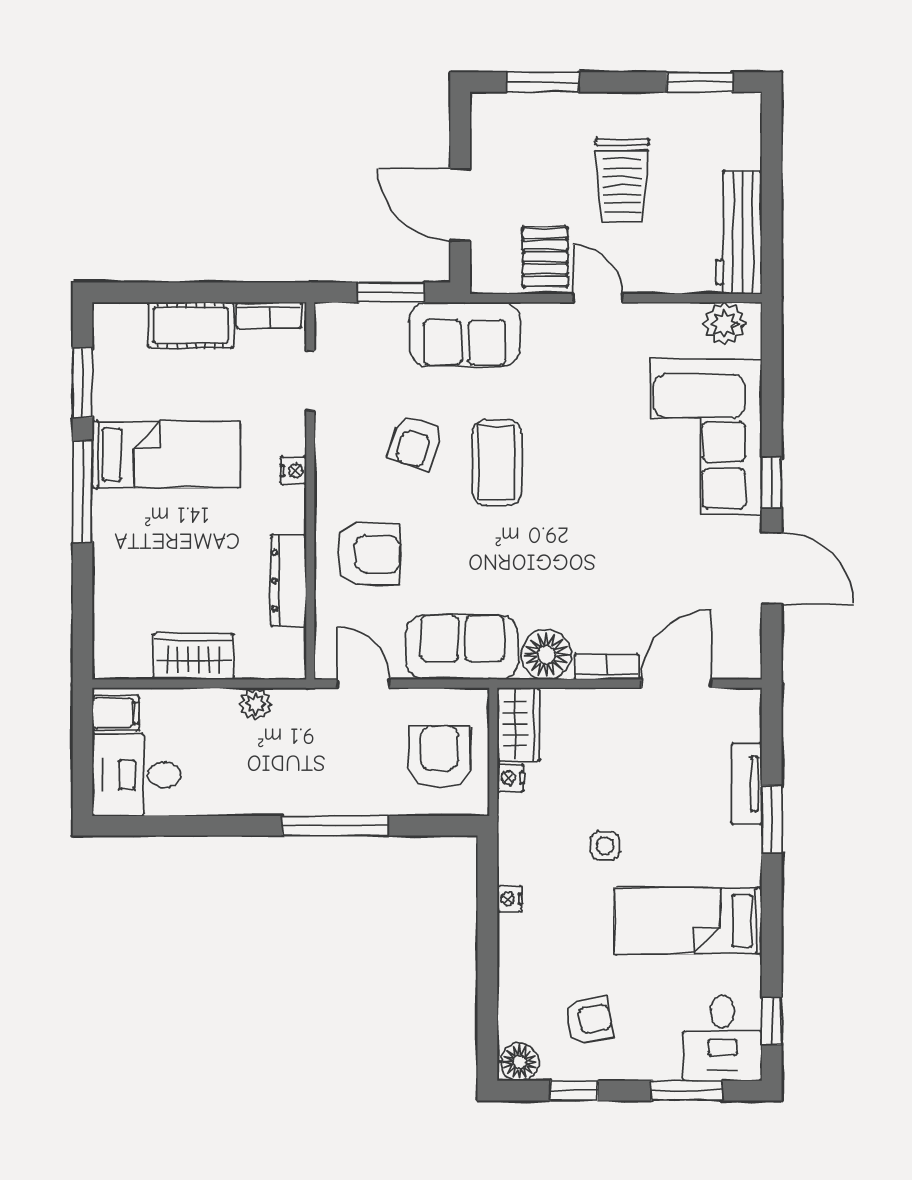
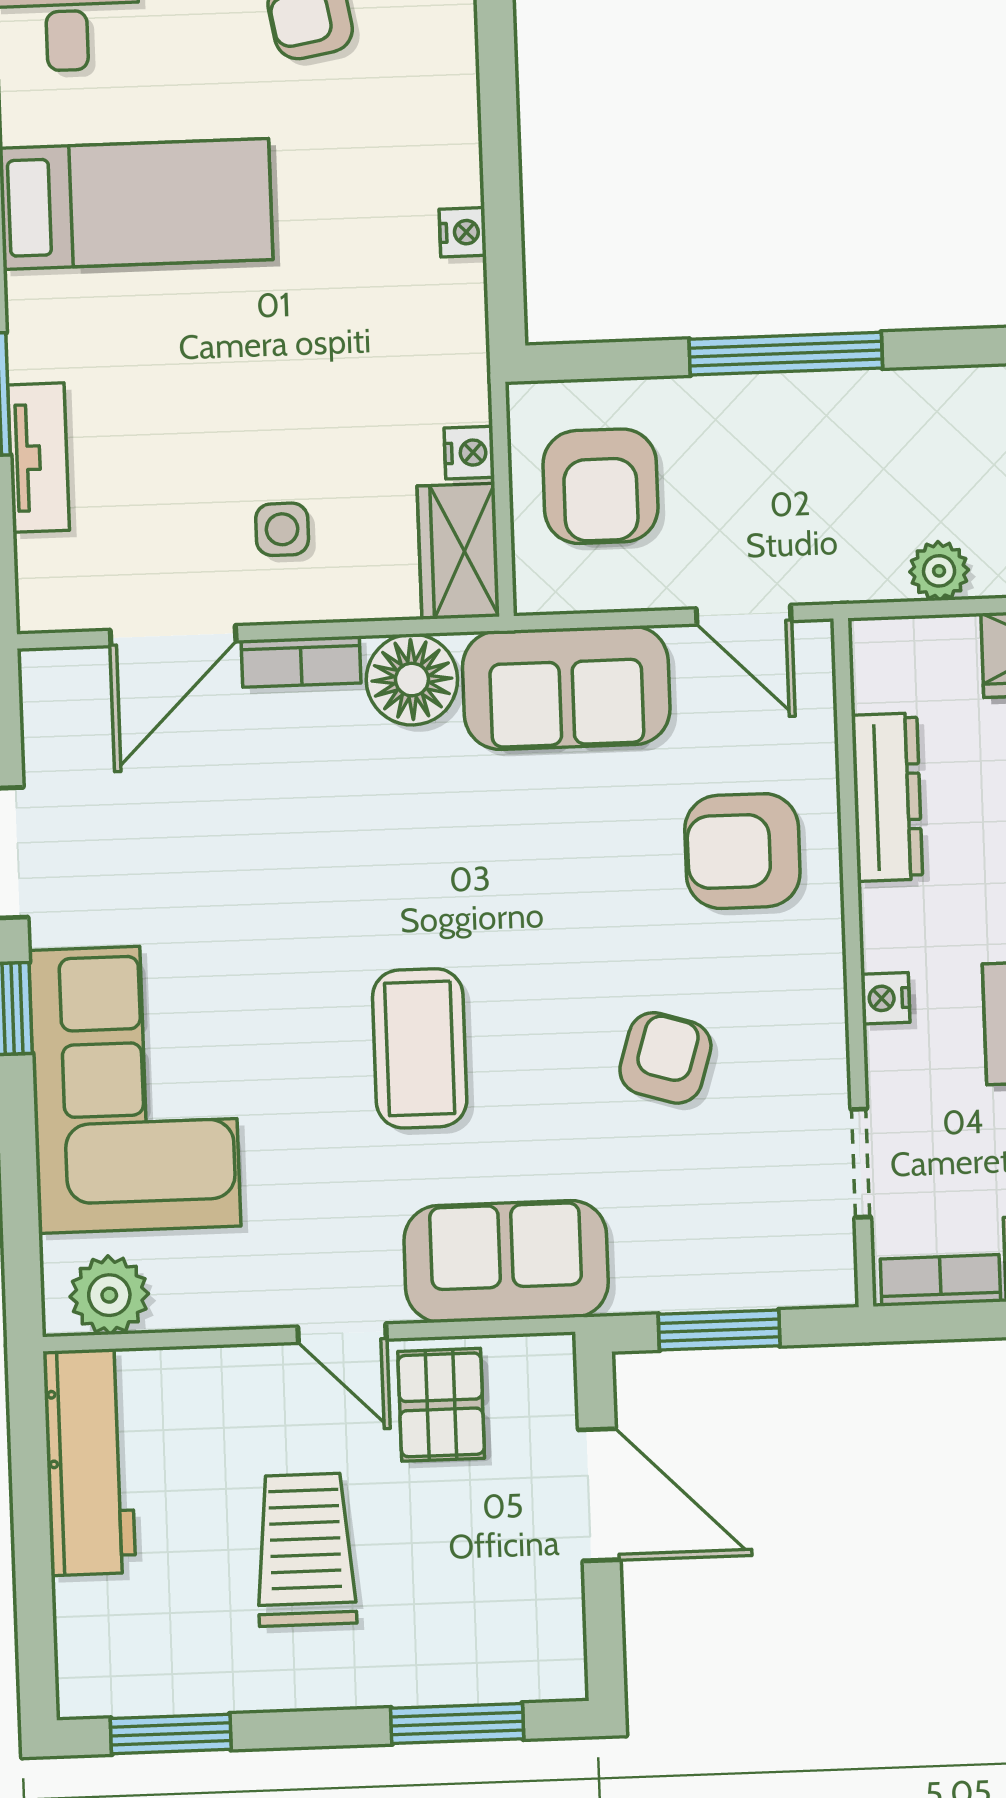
sofa: (465, 334) -> (506, 1261), moved
coffee table: (497, 463) -> (420, 1048), moved
side table: (605, 846) -> (282, 529), moved

